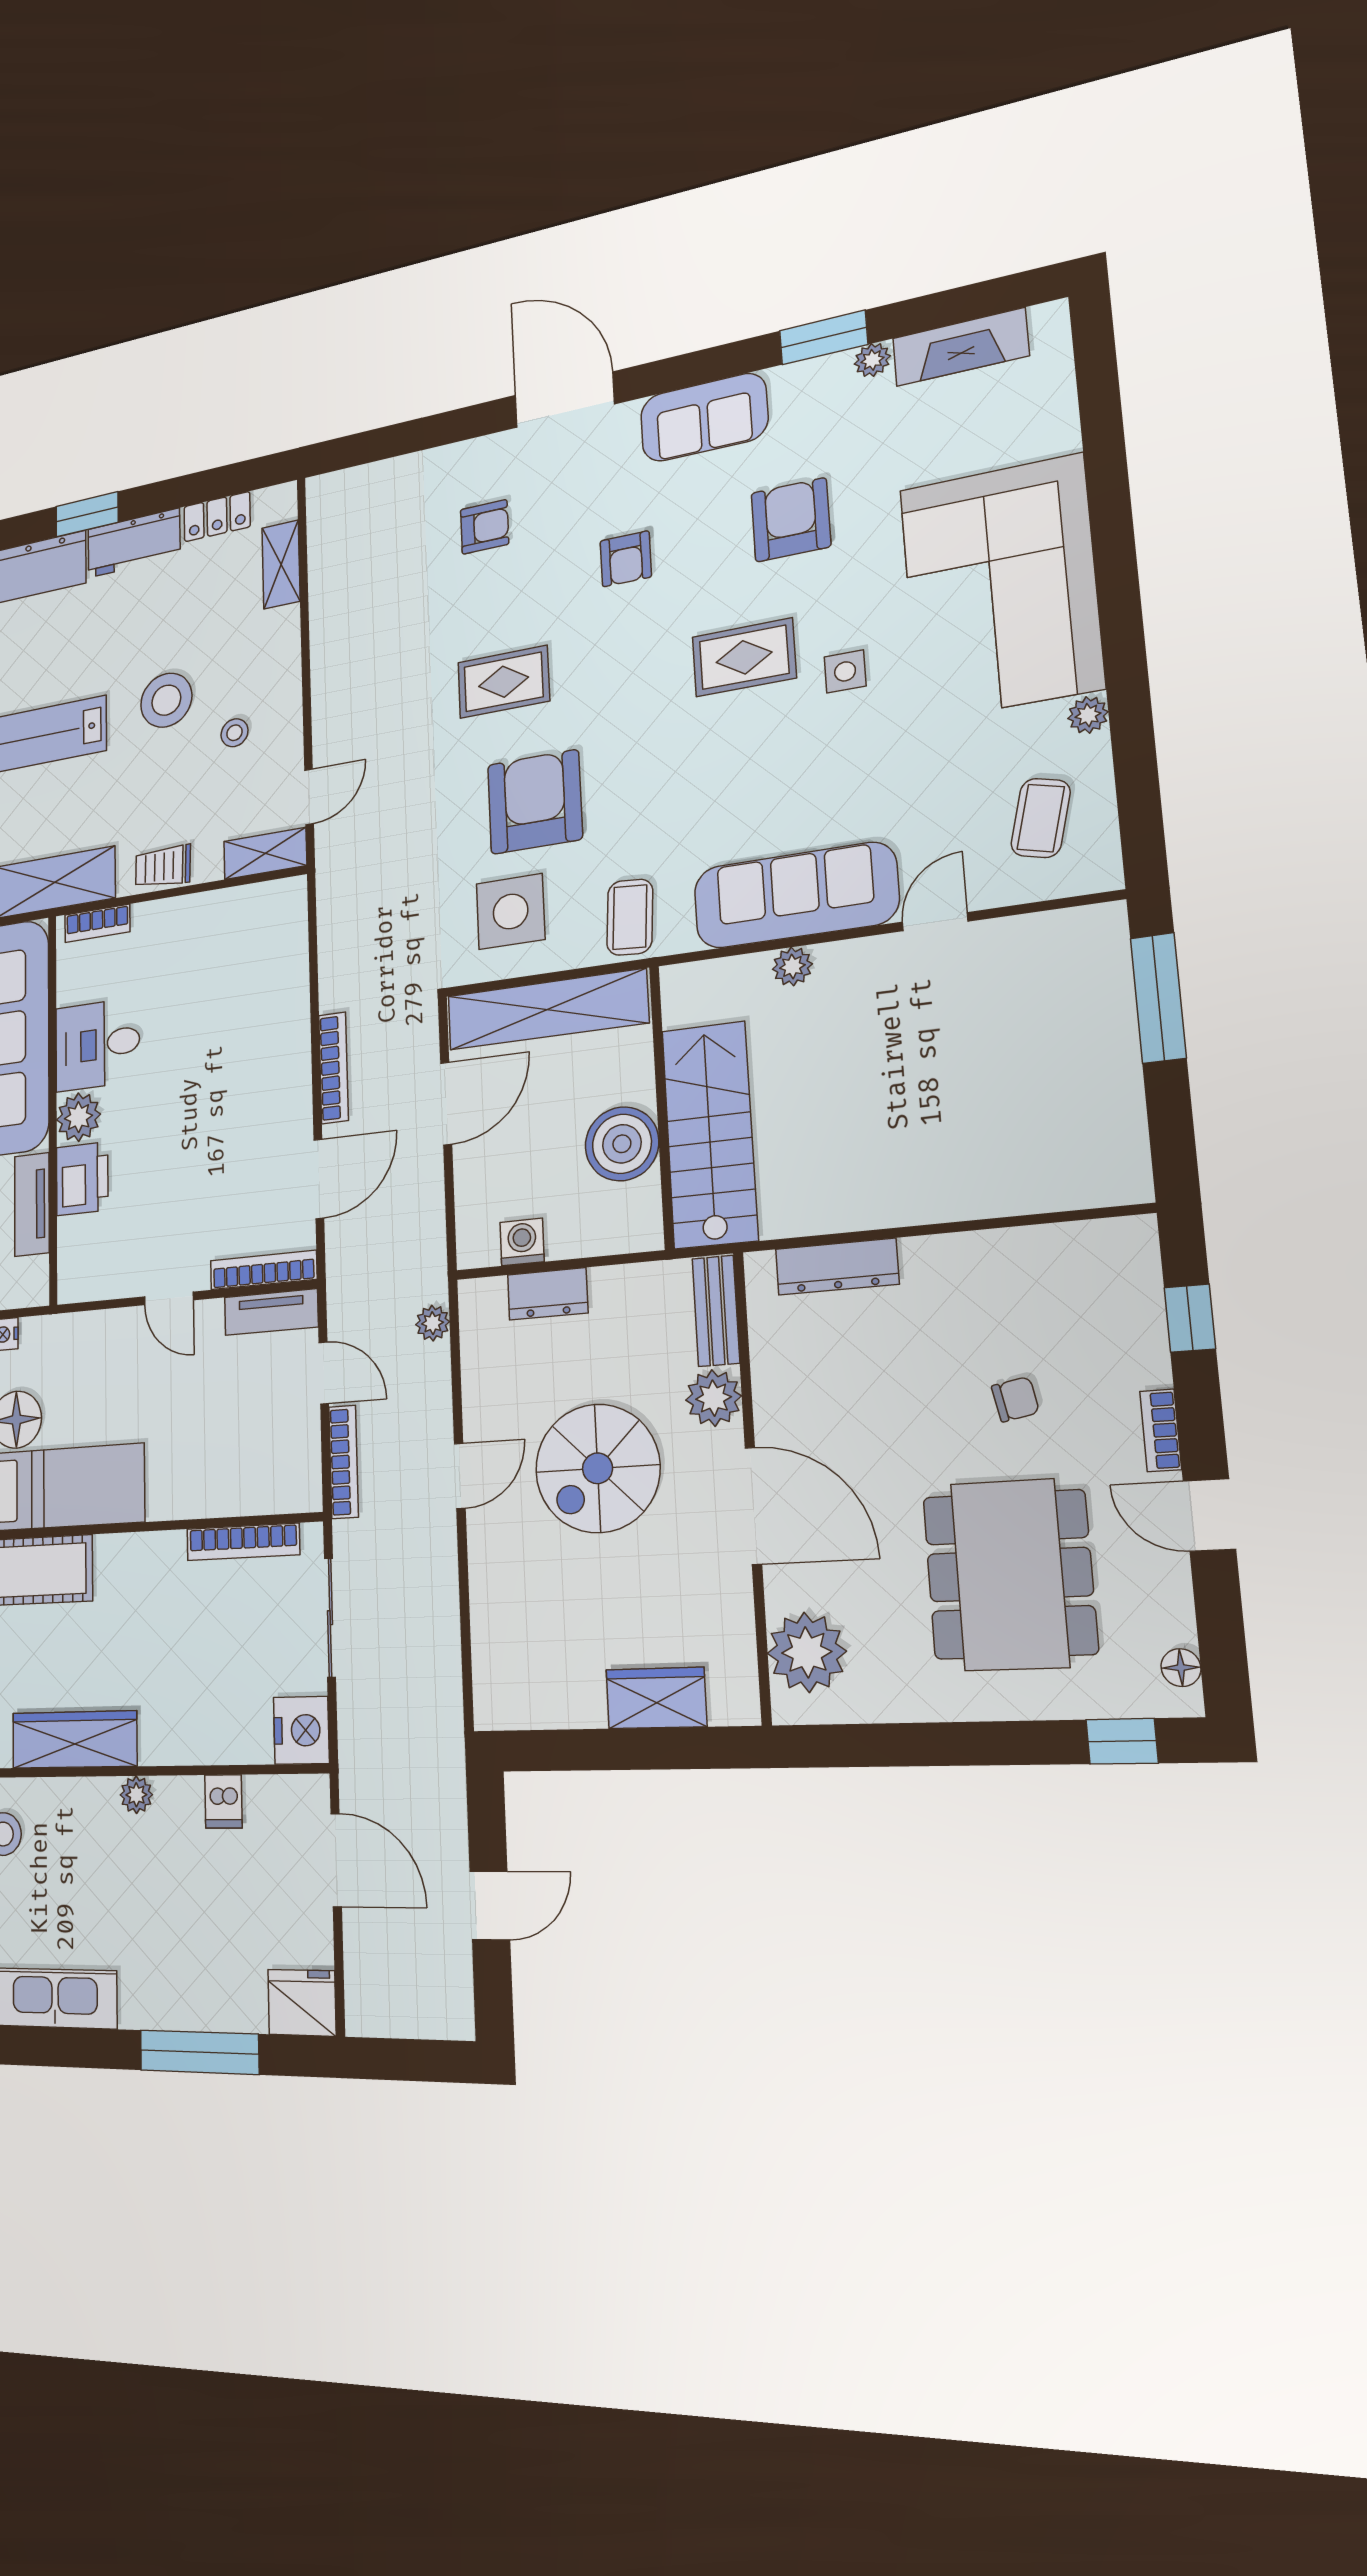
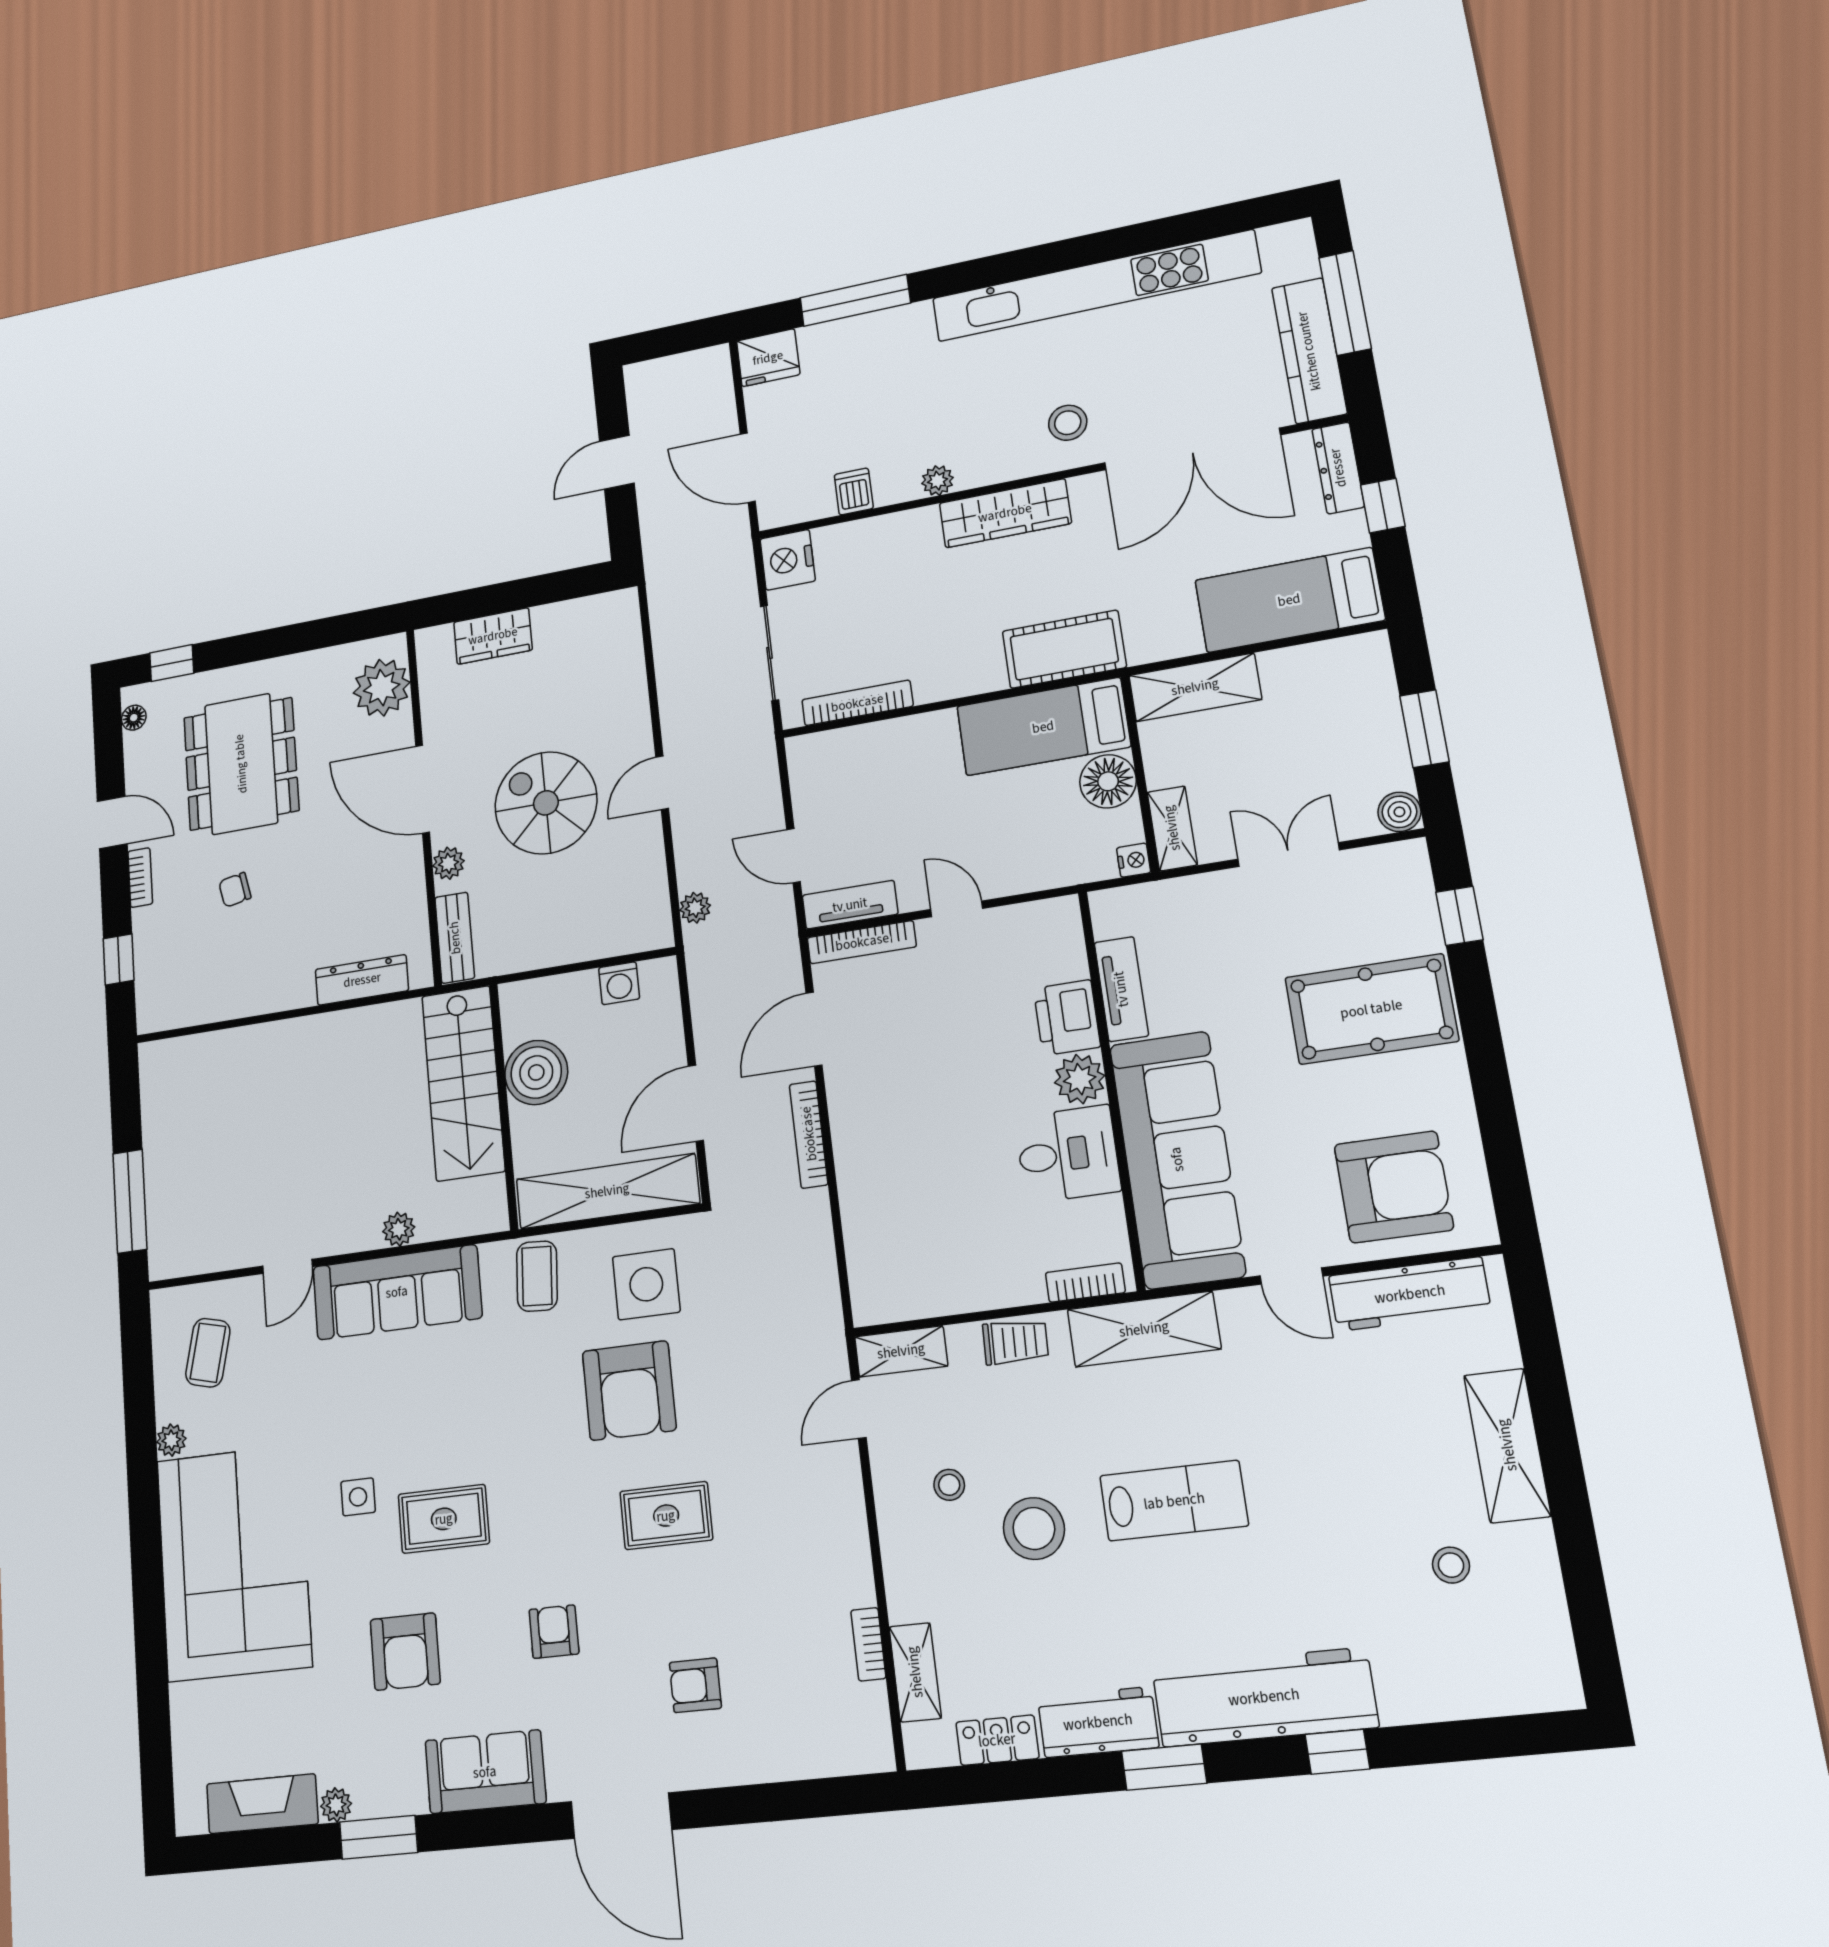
dresser: (548, 1294) -> (594, 941), removed
plant: (714, 1398) -> (448, 863), width x0.73, depth x0.73
bookcase: (344, 1462) -> (868, 1644), moved, width x0.64
spiral stairs: (598, 1468) -> (546, 803), turned -90

